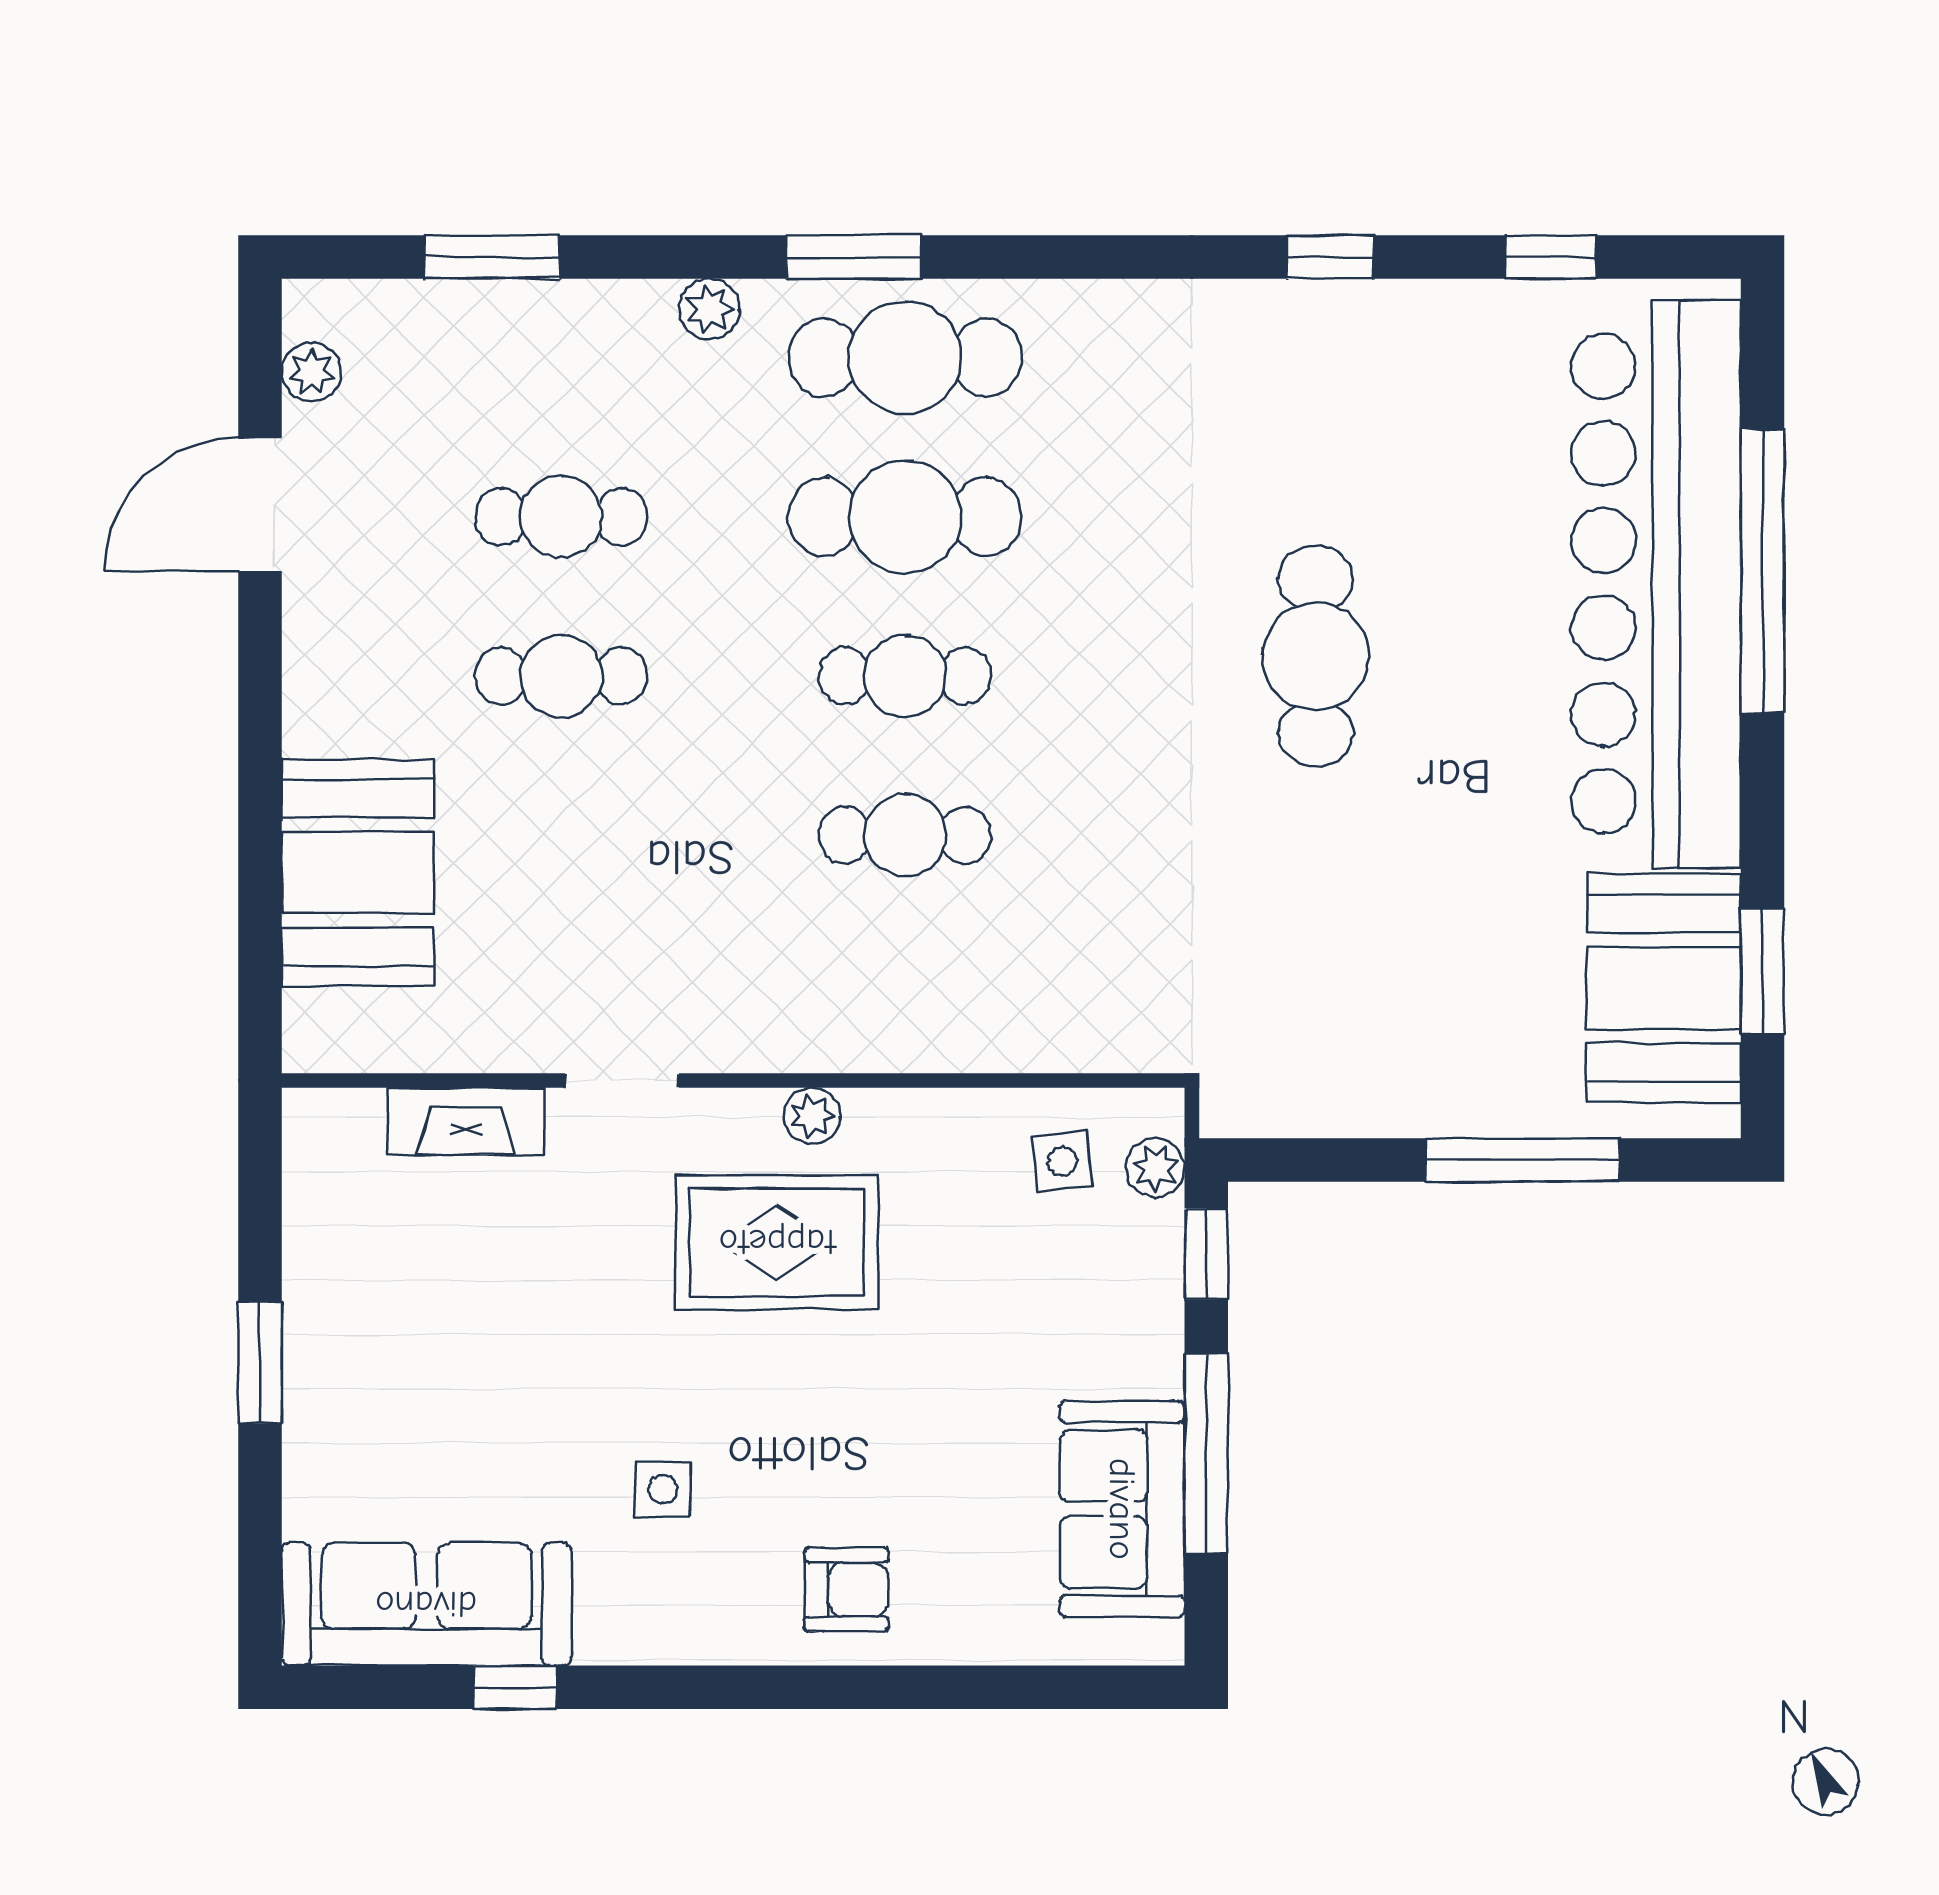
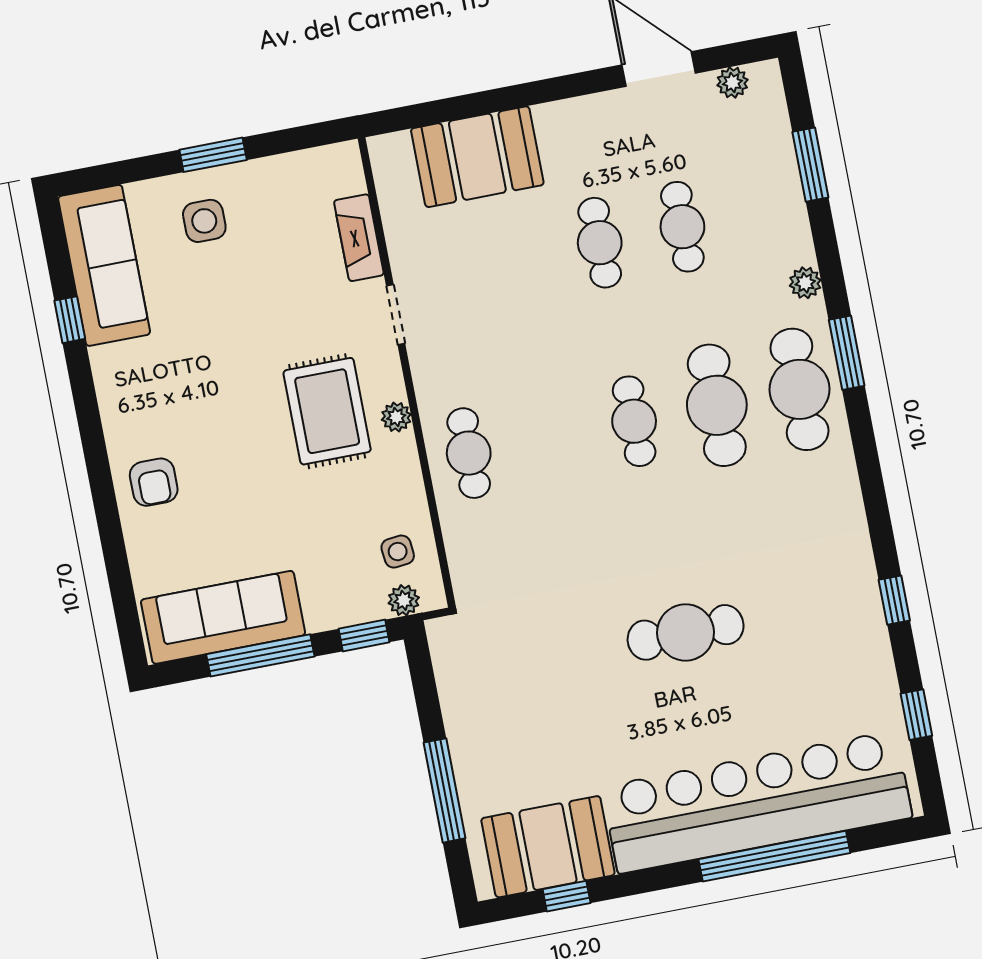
cafe table: (905, 835) -> (469, 453), moved
window: (1762, 971) -> (567, 896), width x0.67
side table: (663, 1489) -> (204, 221), moved, width x1.37, depth x1.37
sofa: (1122, 1509) -> (223, 617), width x1.36

